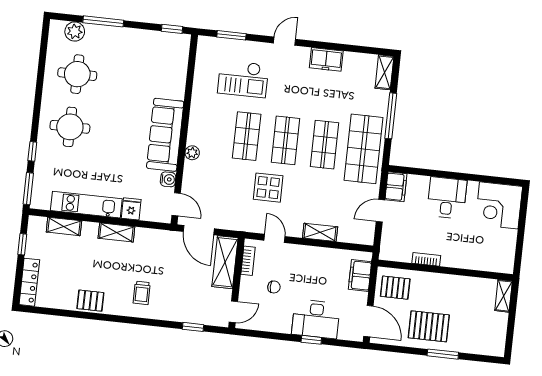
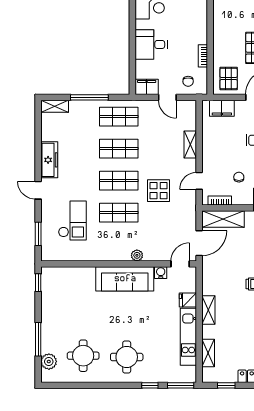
freezer: (326, 59) -> (49, 160), width x1.40
shop shelf: (363, 149) -> (119, 117), width x0.70, depth x0.74
chair: (397, 238) -> (188, 81), added

